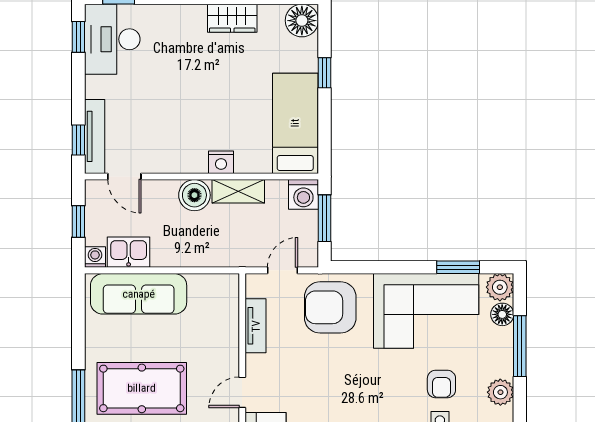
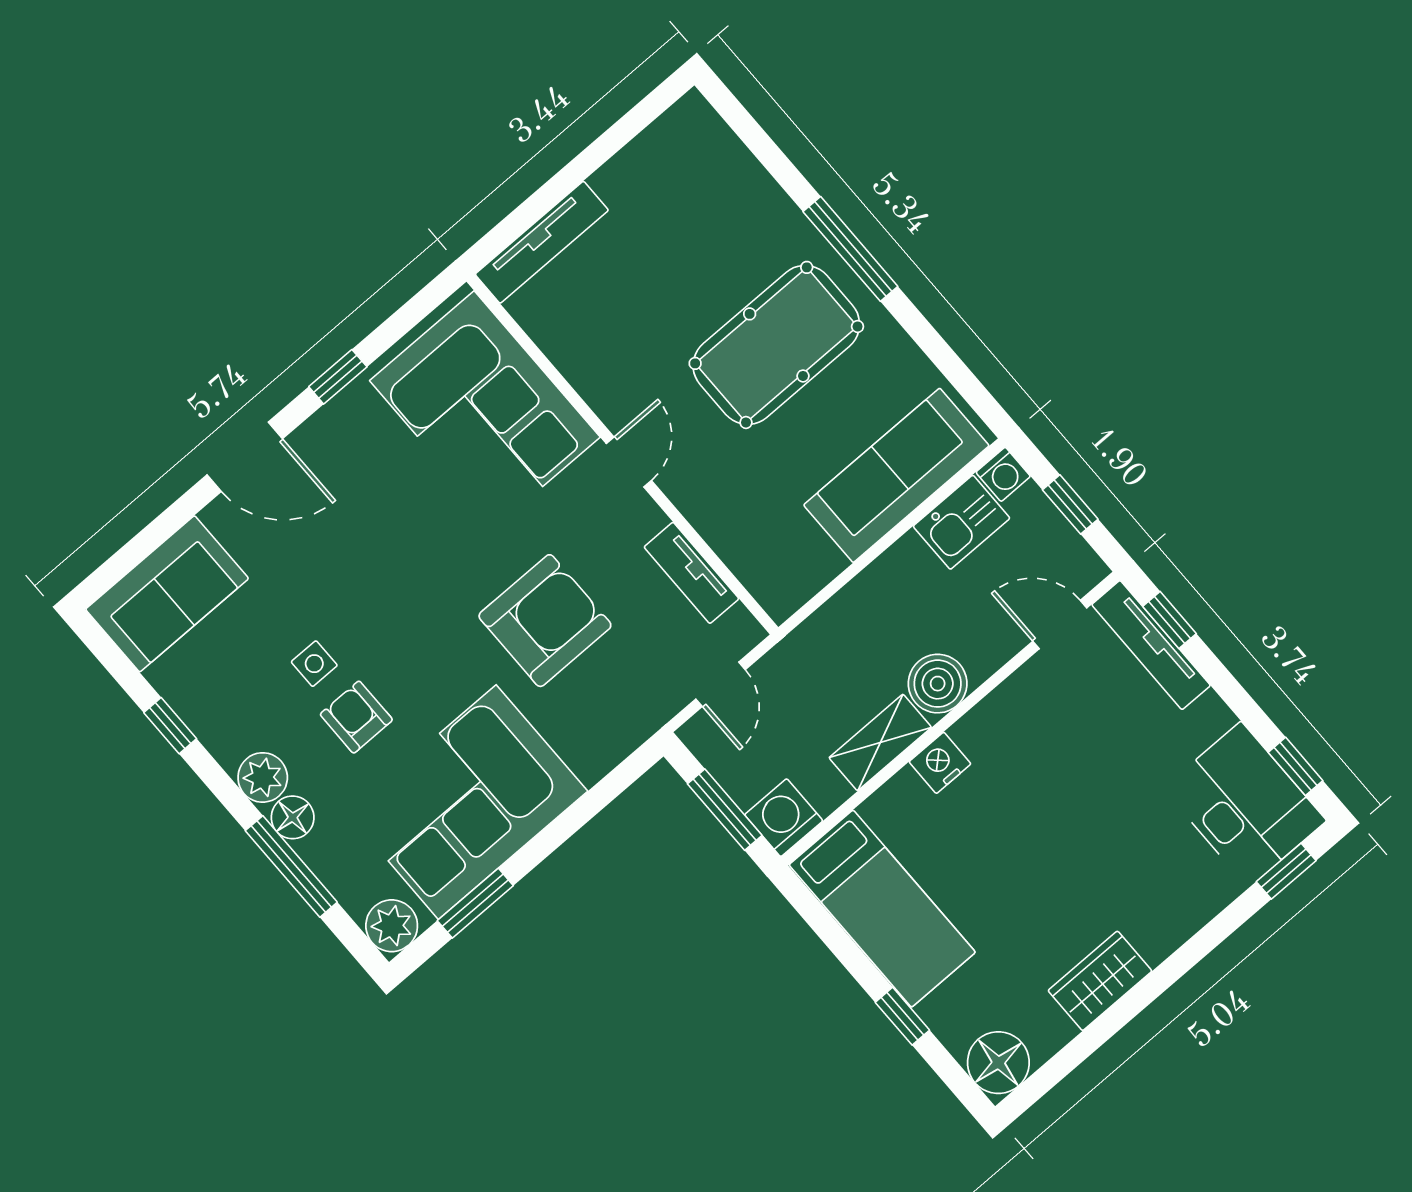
armchair: (330, 307) -> (545, 621), moved
floor lamp: (502, 314) -> (293, 817), moved

